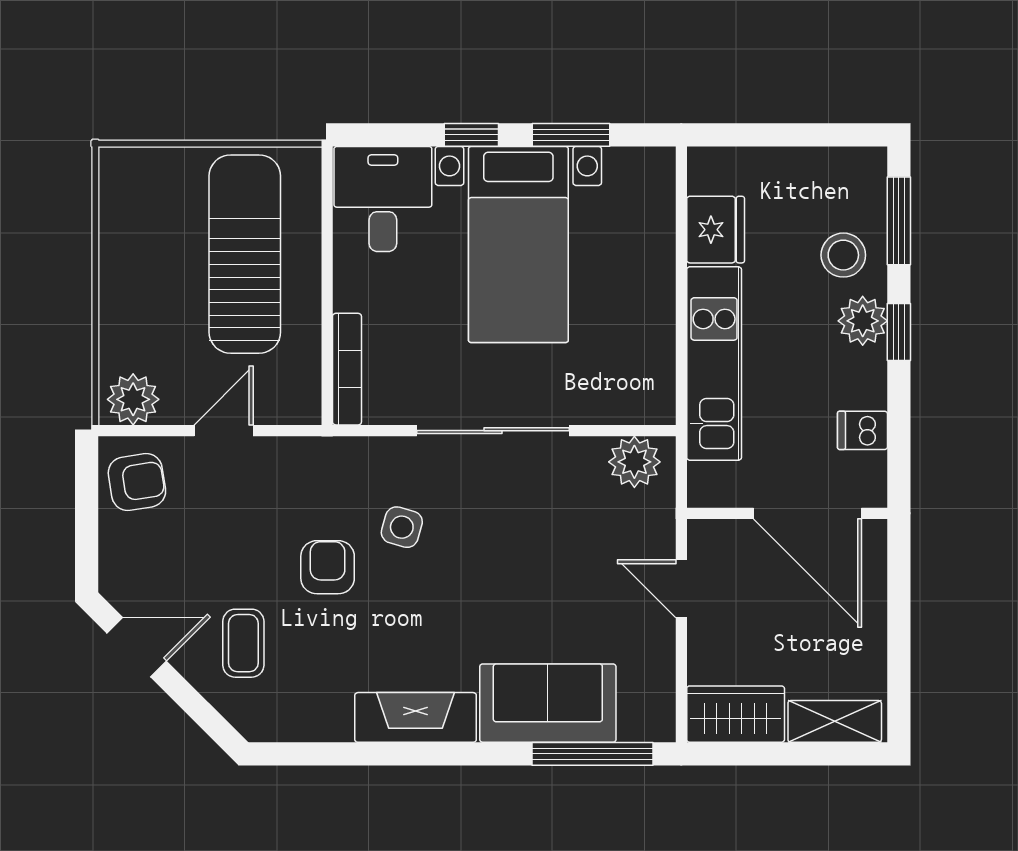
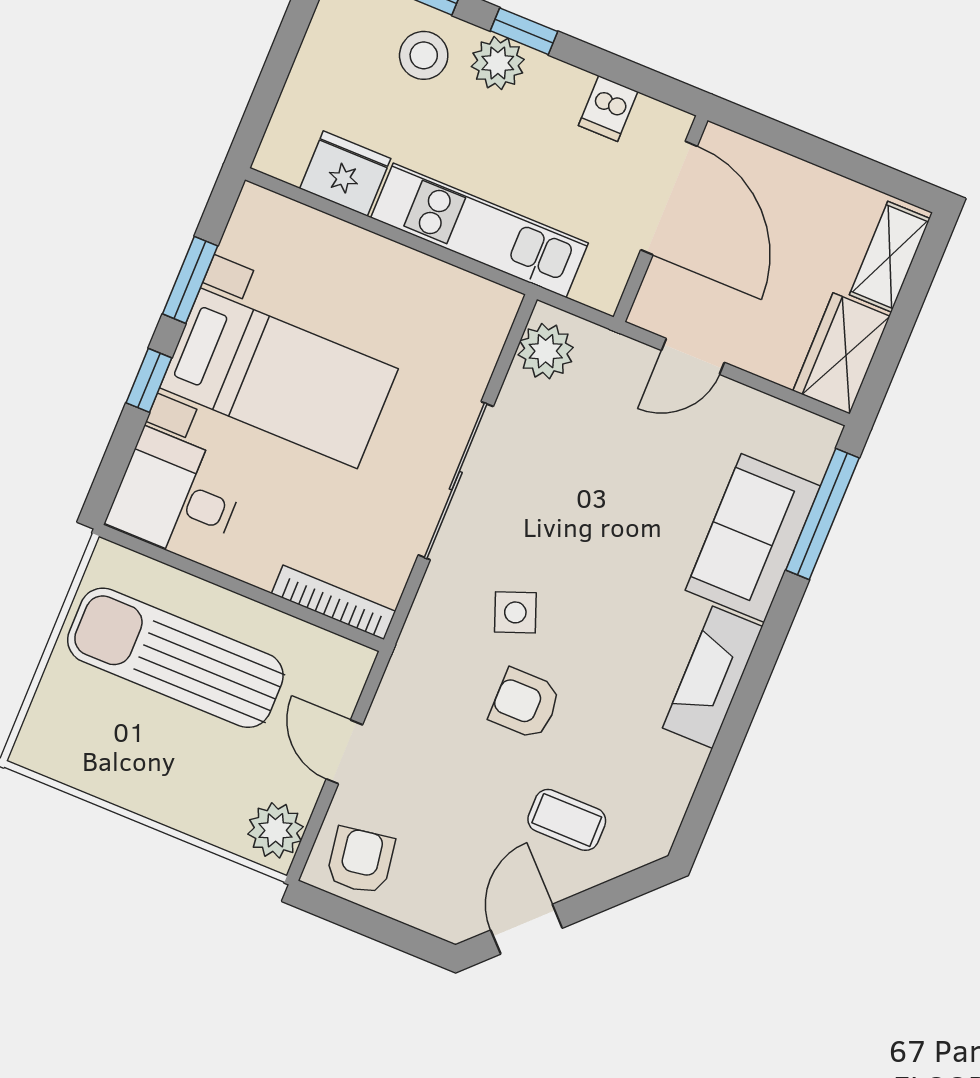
door: (808, 513) -> (669, 198), hinge flipped
side table: (402, 527) -> (515, 612), turned -37

